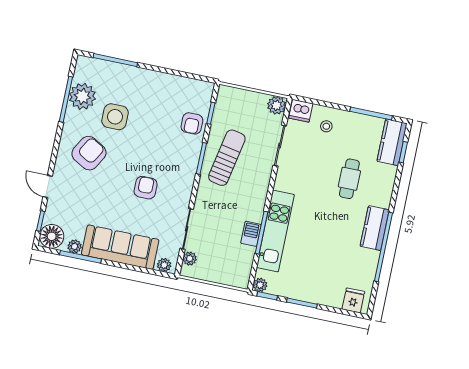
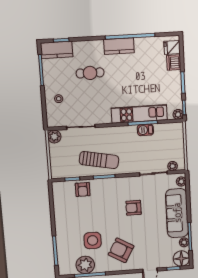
dishwasher: (301, 111) -> (174, 63), moved, turned 180
armchair: (192, 123) -> (83, 189), turned 90
sun lounger: (227, 158) -> (99, 160), turned 180

